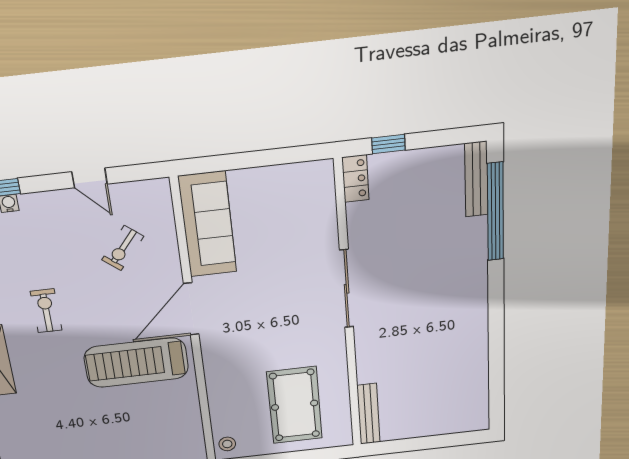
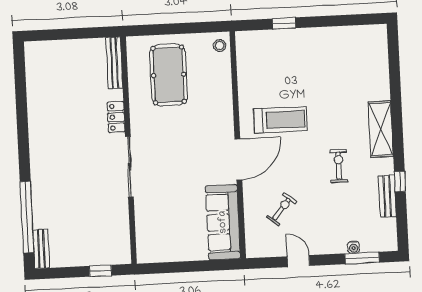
locker: (355, 179) -> (116, 117), moved
bench: (476, 179) -> (41, 249), width x0.73
exercise bike: (46, 311) -> (339, 166), turned 180
treadmill: (136, 363) -> (280, 120), width x0.73, depth x0.73

